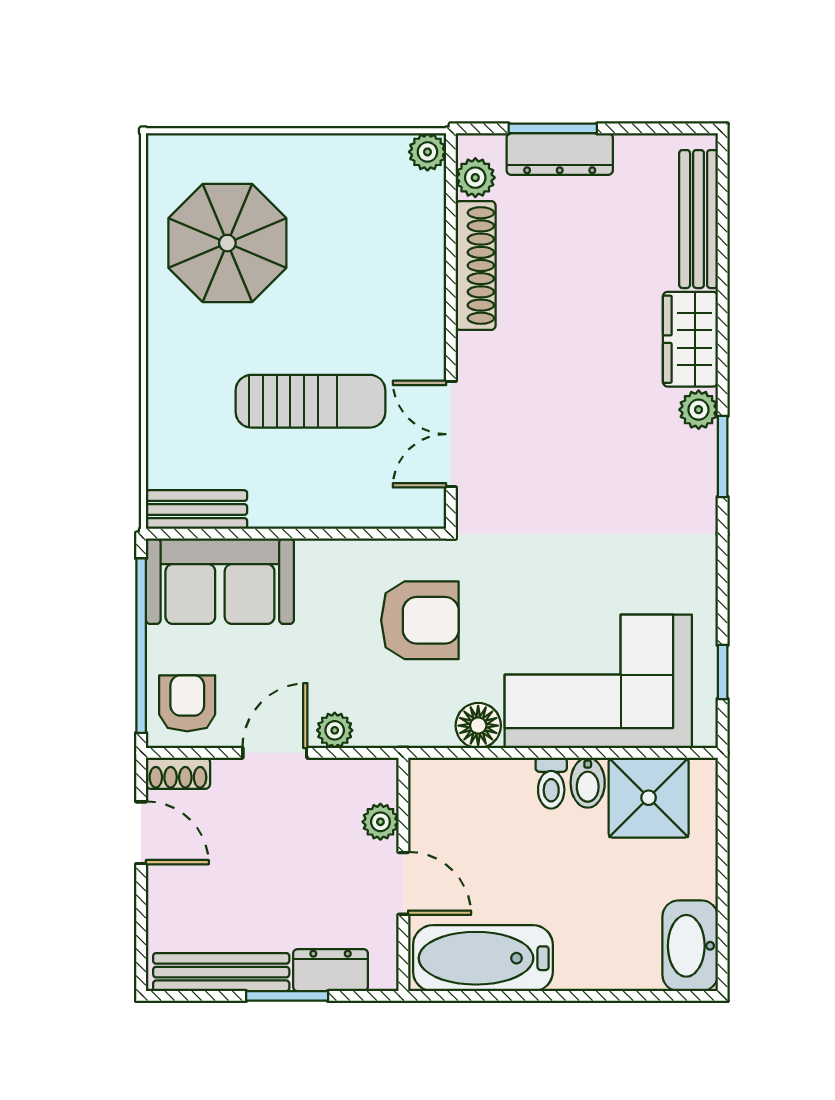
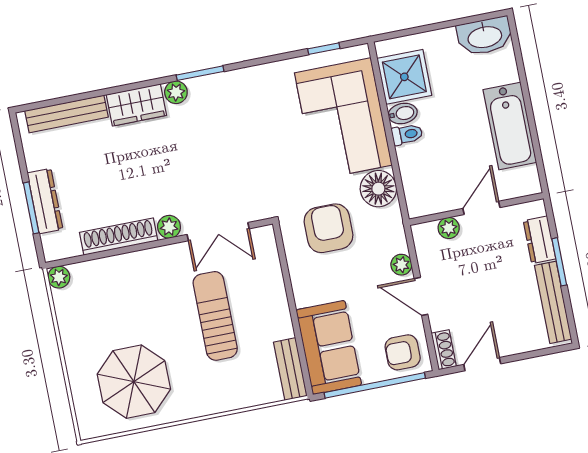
plant: (475, 178) -> (169, 227), moved
floor lamp: (478, 726) -> (378, 189), width x1.38, depth x1.38
bathtub: (483, 958) -> (510, 126), moved

